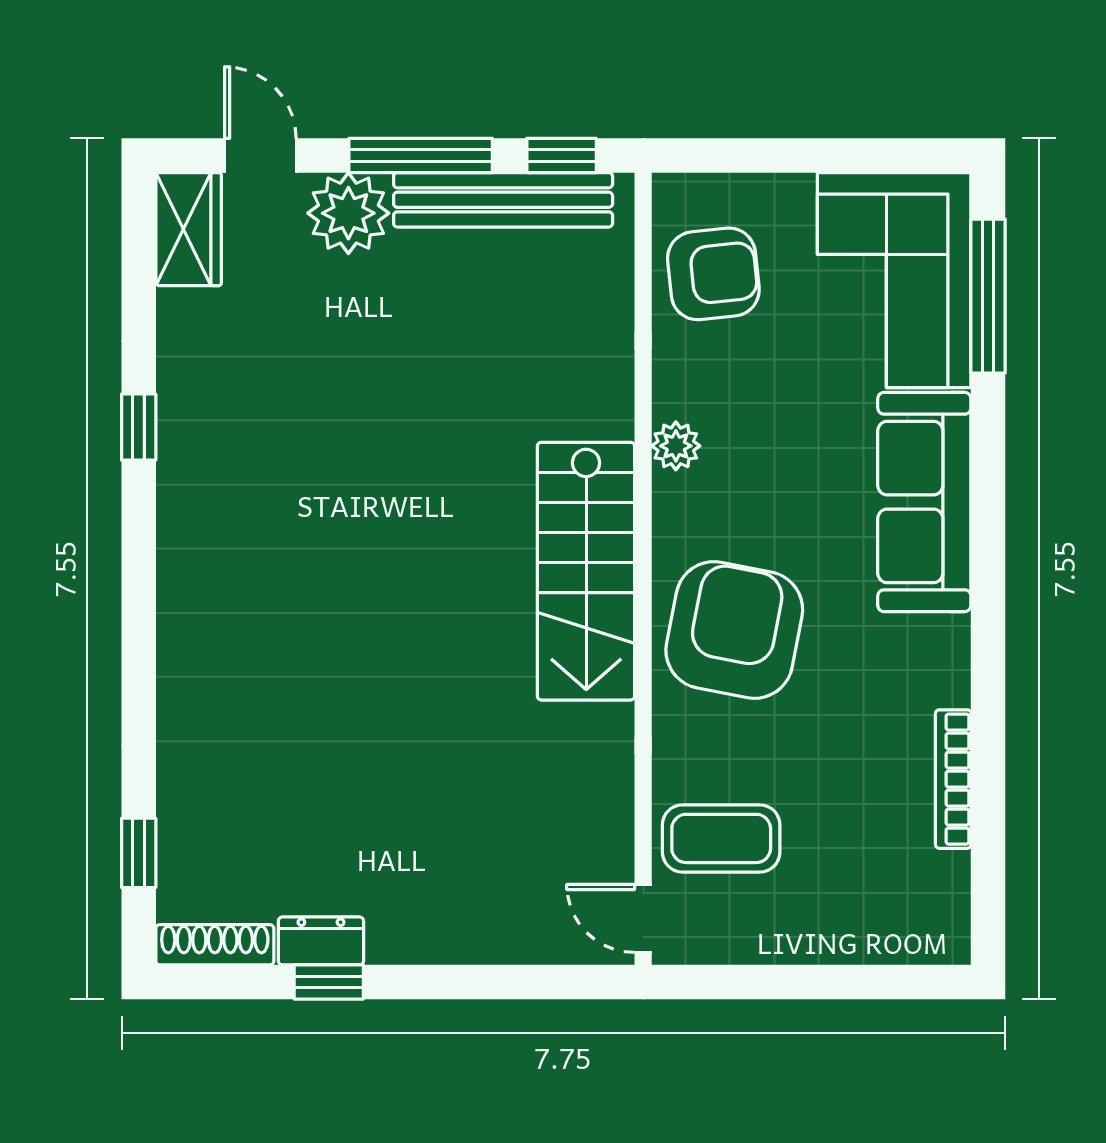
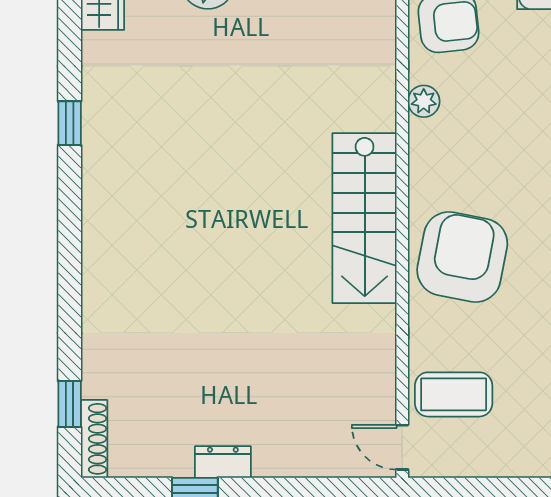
plant: (676, 446) -> (424, 101), moved
dresser: (321, 941) -> (223, 462), moved
shoe rack: (215, 945) -> (94, 439), moved, turned 90

